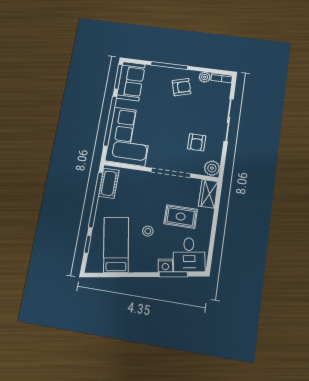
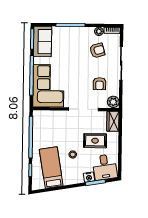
armchair: (182, 87) -> (97, 50), moved
cot: (109, 183) -> (38, 123), removed

